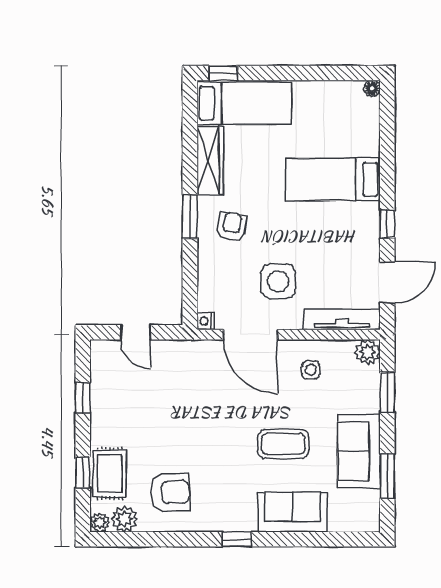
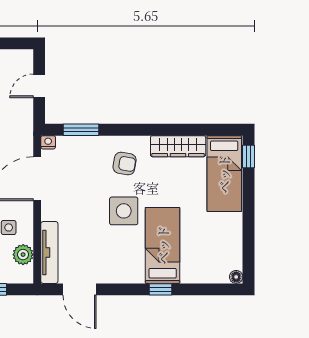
window: (190, 216) -> (81, 130), moved
window: (387, 224) -> (160, 289), moved
side table: (278, 281) -> (124, 211), moved
plant: (367, 352) -> (23, 255), moved

